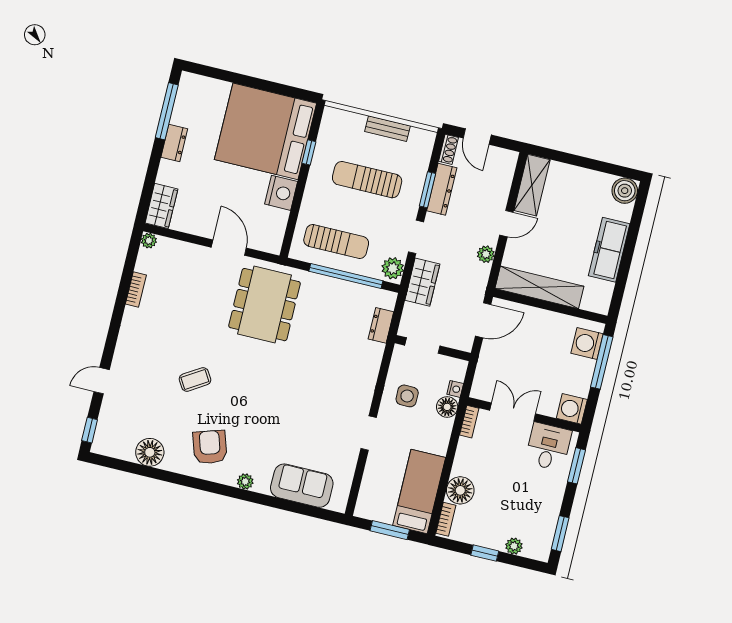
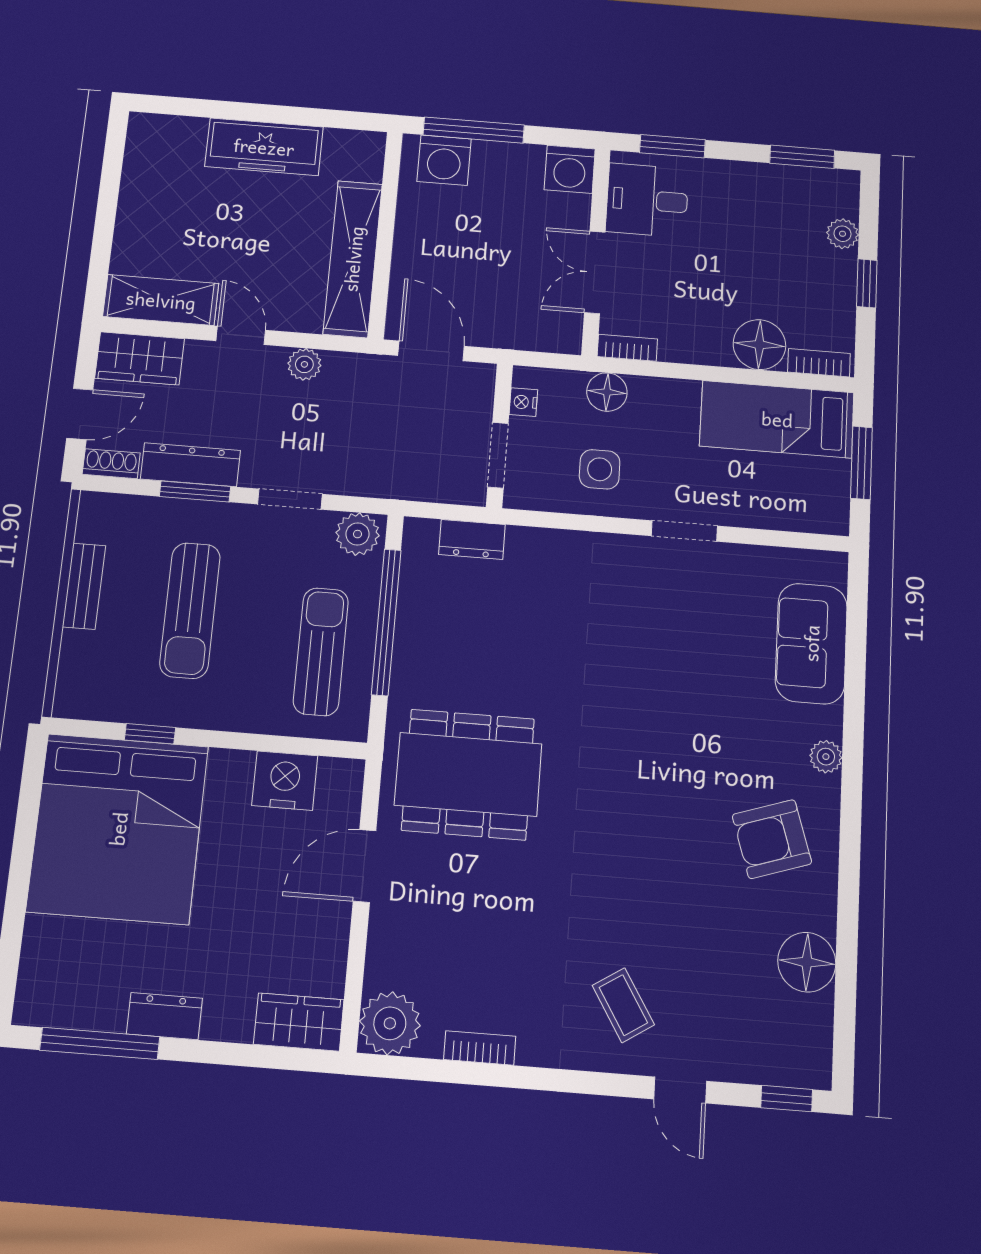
boiler: (625, 191) -> (150, 135), removed
nightstand: (281, 193) -> (285, 781), moved
plant: (149, 241) -> (390, 1023), width x1.88, depth x1.88
wardrobe: (422, 282) -> (140, 358), moved, turned 180
coffee table: (195, 379) -> (623, 1005), moved
nightstand: (455, 389) -> (523, 402), moved, turned -90

